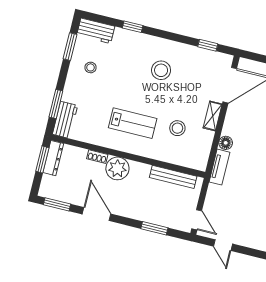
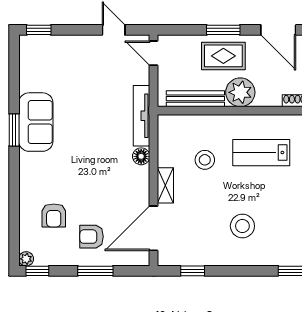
tv unit: (219, 167) -> (141, 116), width x1.41
plant: (117, 168) -> (240, 92), moved
rug: (144, 204) -> (223, 56), added
window: (154, 228) -> (223, 30), moved

